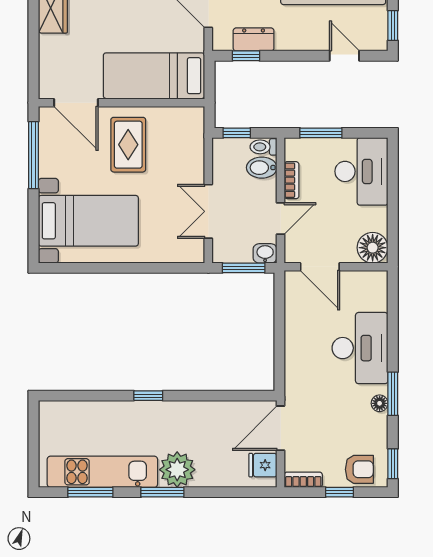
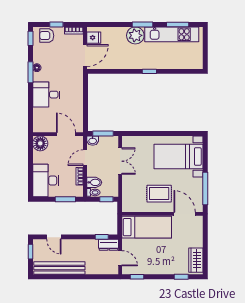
dresser: (254, 39) -> (109, 245), moved
rug: (128, 145) -> (159, 194), turned 90
desk: (360, 348) -> (46, 95), width x0.73

